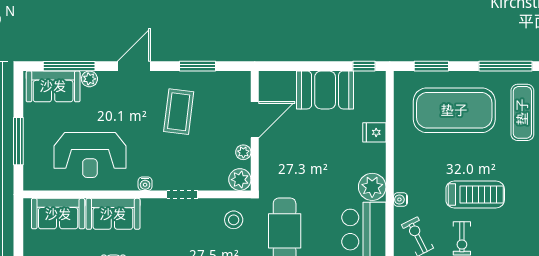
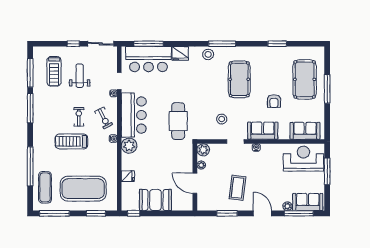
door: (134, 66) -> (263, 213), swing flipped
door: (255, 120) -> (195, 183), hinge flipped
reception desk: (90, 155) -> (303, 159), moved
sofa: (113, 214) -> (263, 131), moved
stool: (234, 220) -> (222, 119), moved

